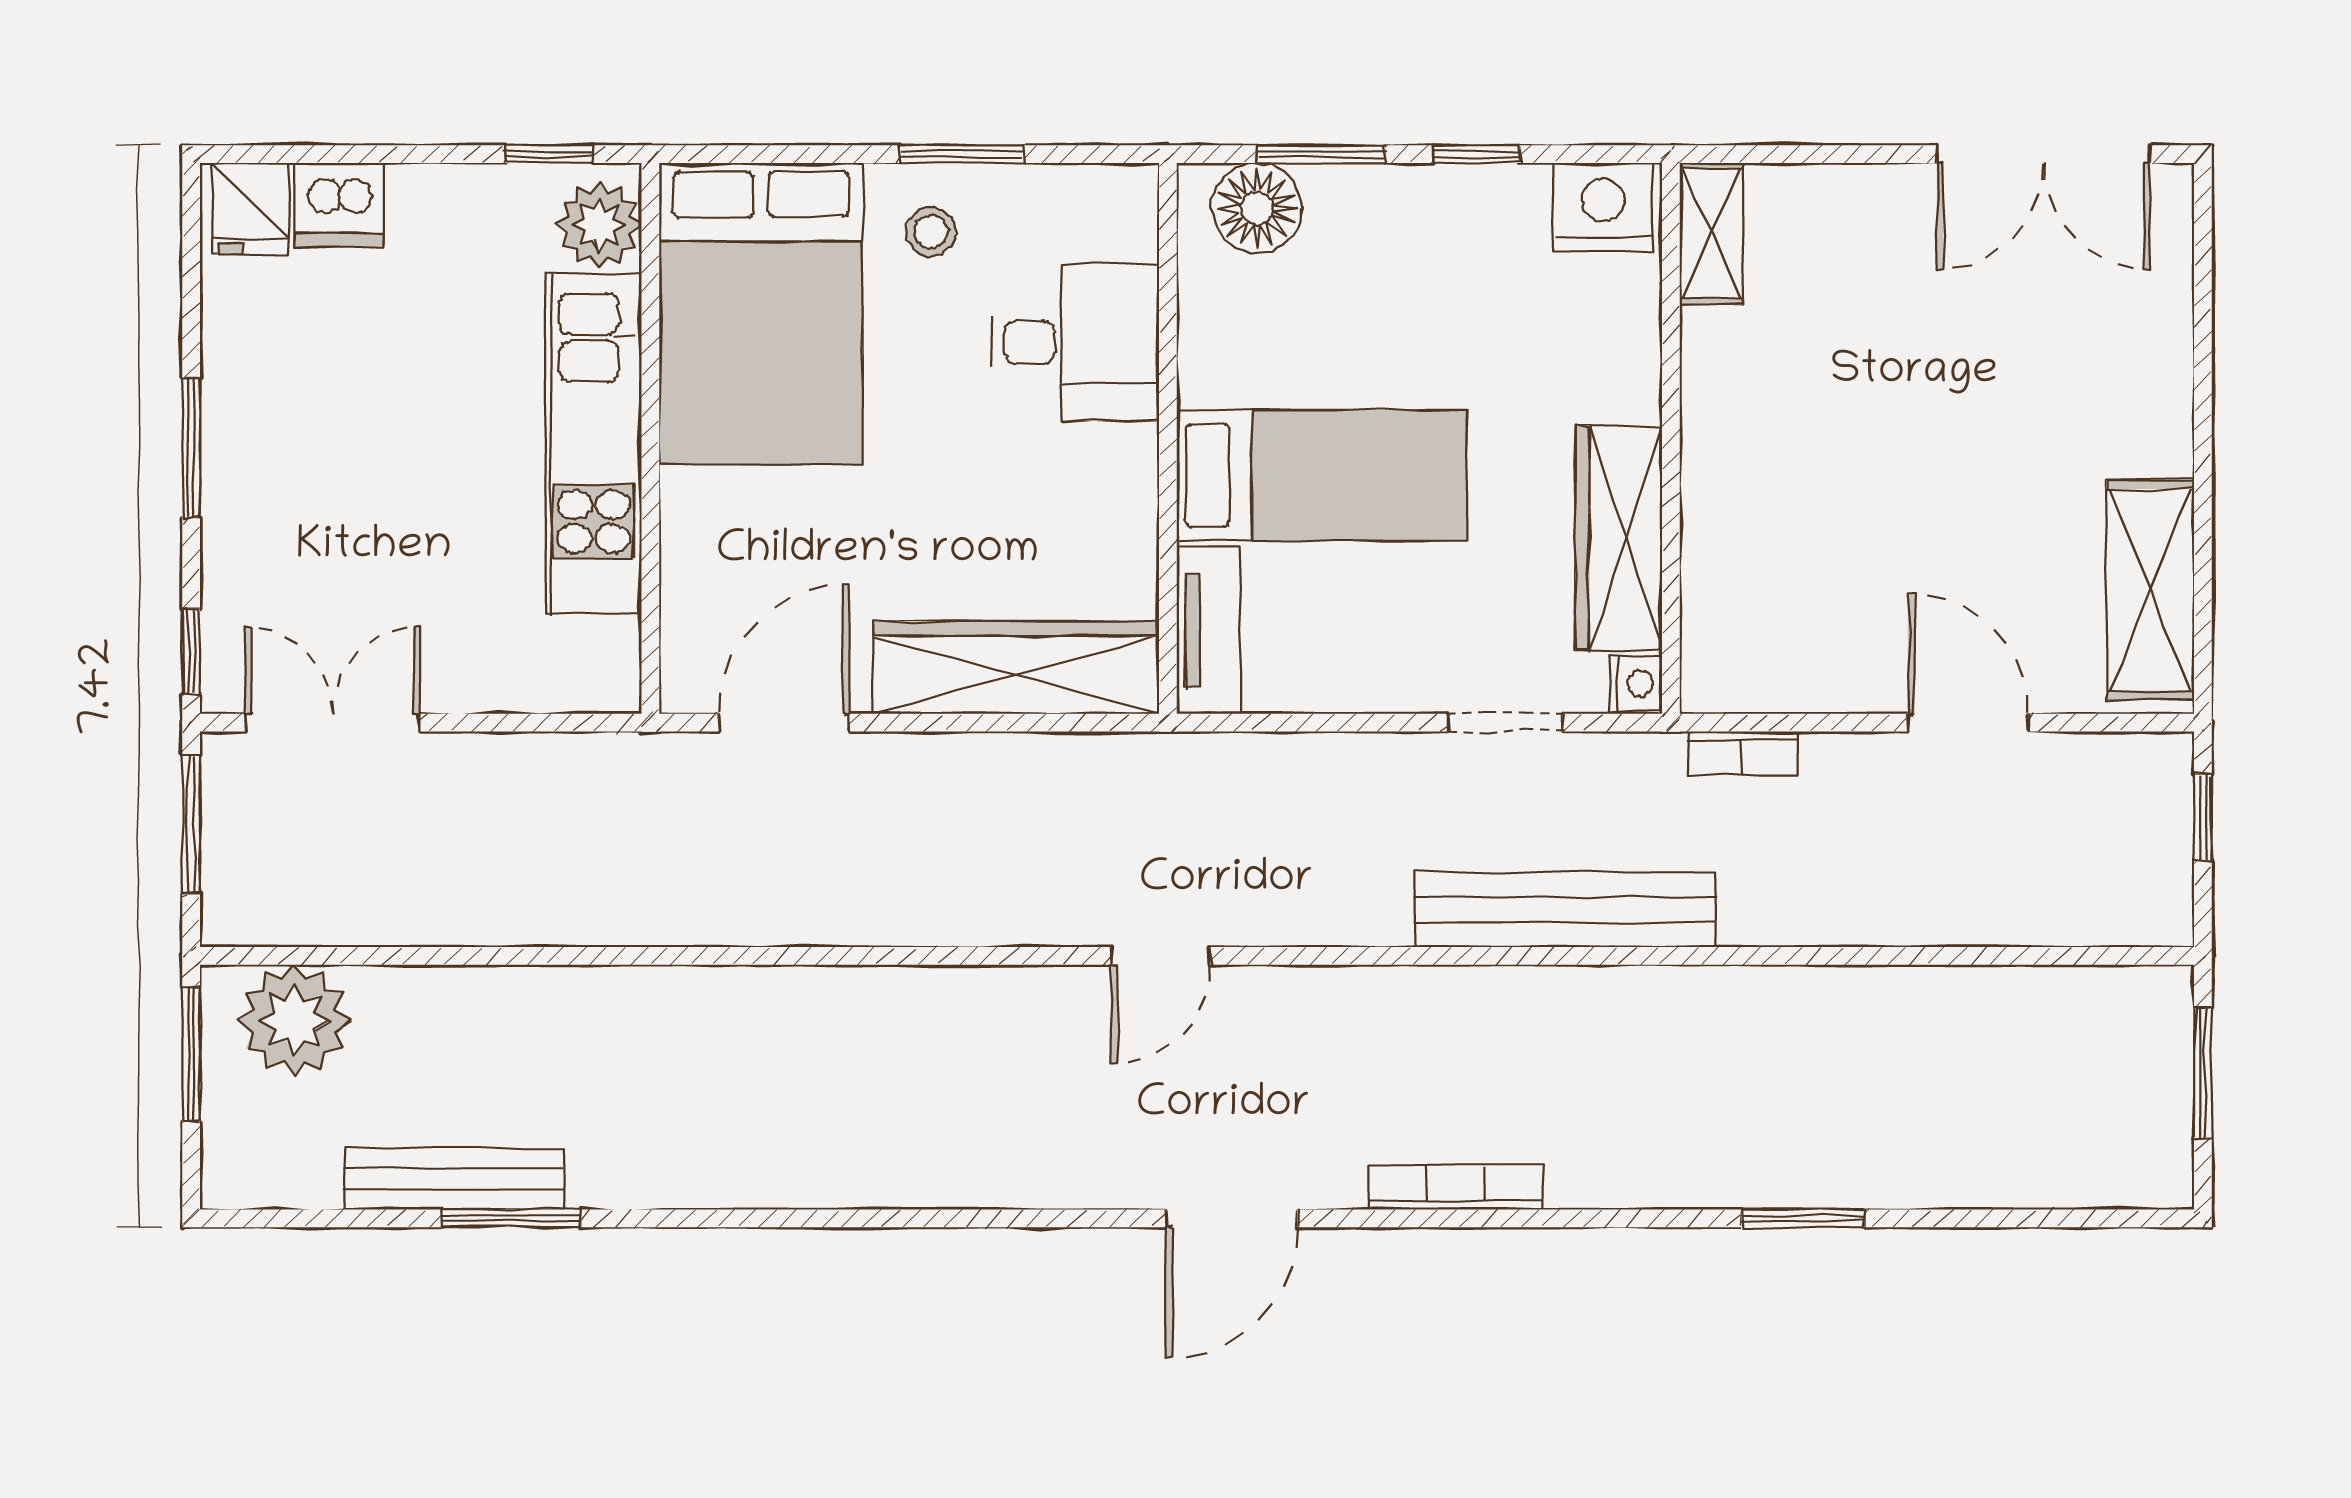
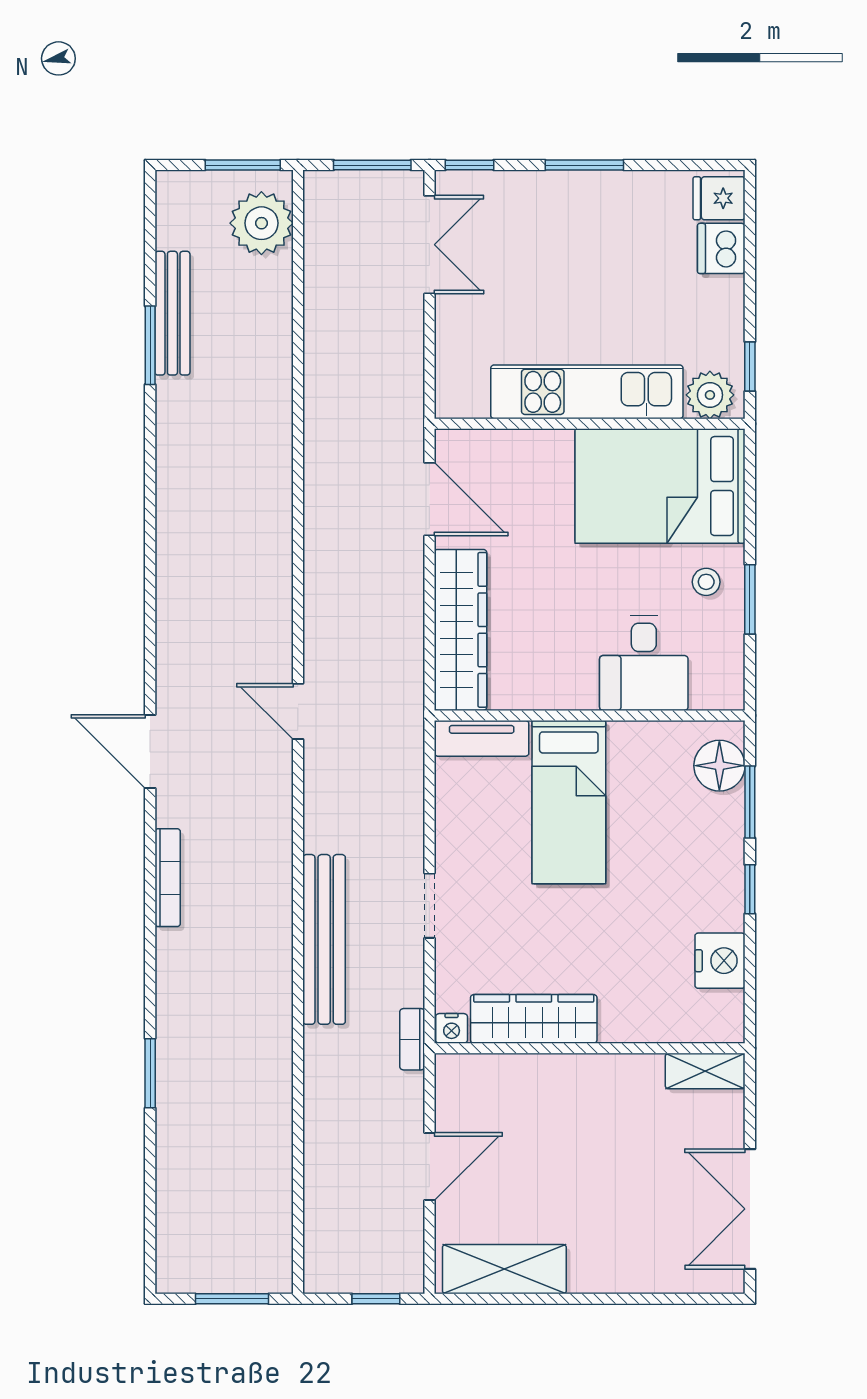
shelving: (1711, 233) -> (705, 1071), moved
wall: (1671, 438) -> (590, 1048), moved
wardrobe: (1619, 538) -> (534, 1019), moved
nightstand: (1636, 683) -> (452, 1028), moved

